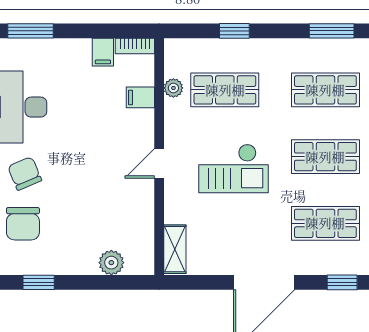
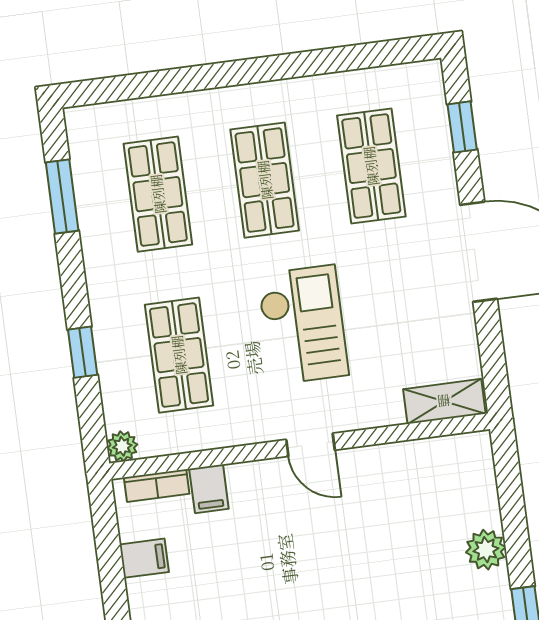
bookcase: (135, 46) -> (157, 486), moved, turned 90
plant: (173, 88) -> (122, 446), moved
plant: (111, 263) -> (486, 550), moved

